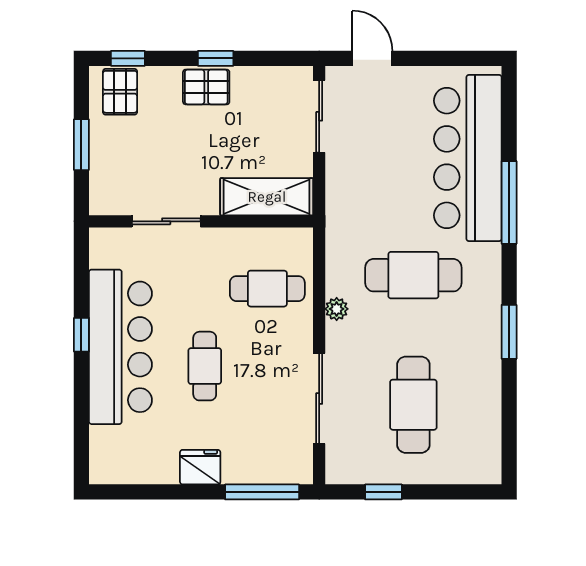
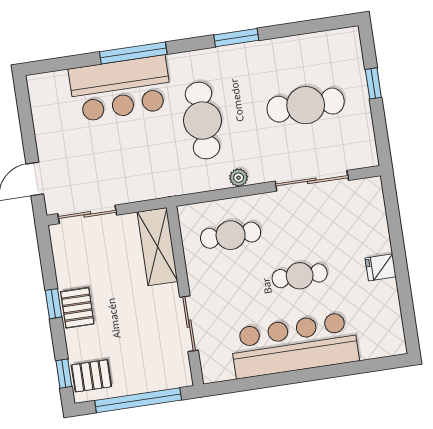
window: (81, 145) -> (138, 400), width x2.11
bar counter: (468, 158) -> (120, 89), width x0.73
cafe table: (267, 289) -> (231, 235), turned 90
window: (81, 335) -> (289, 378), removed
fridge: (200, 467) -> (381, 267), width x0.72
window: (262, 492) -> (393, 215), removed
window: (383, 492) -> (373, 83), moved

